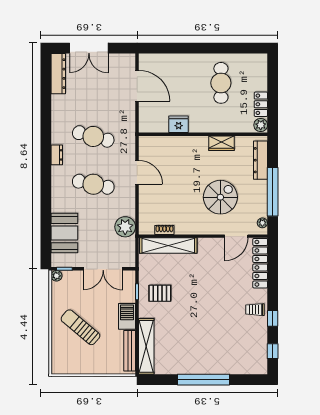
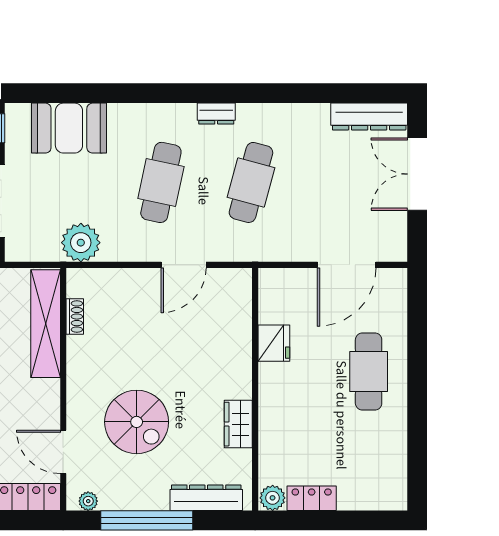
cafe table: (221, 83) -> (369, 372), moved, turned 90

